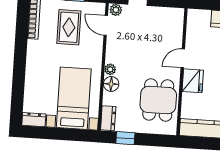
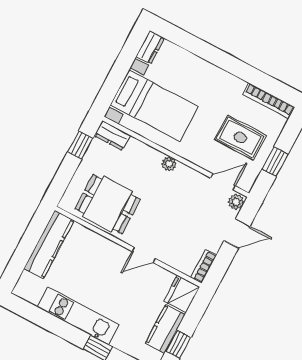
bookcase: (172, 12) -> (204, 266), added
door: (183, 58) -> (144, 255), swing flipped
fridge: (193, 81) -> (182, 294), moved, turned 90
floor lamp: (111, 84) -> (151, 157), removed

